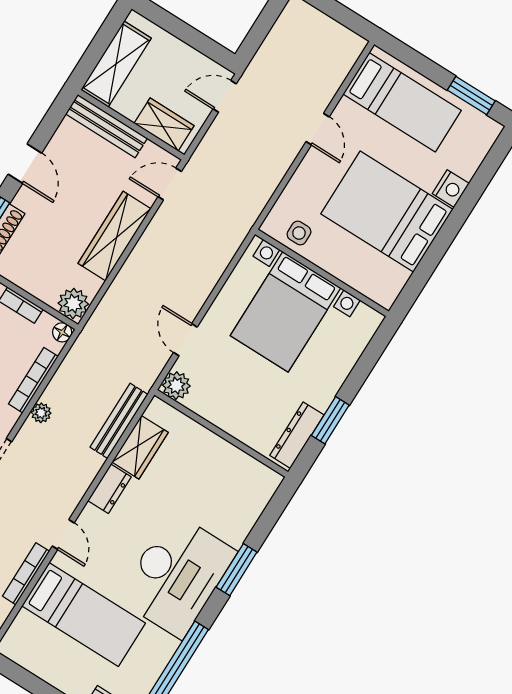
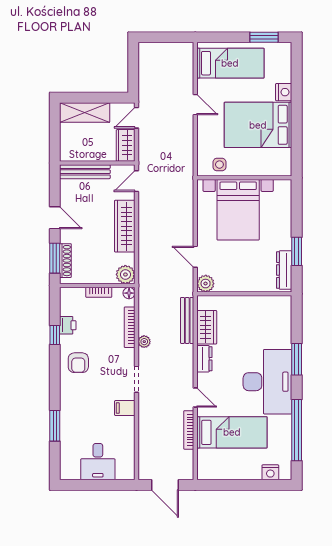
shelving: (116, 64) -> (85, 113), moved, turned 90
wardrobe: (164, 124) -> (126, 145), moved, turned -90

